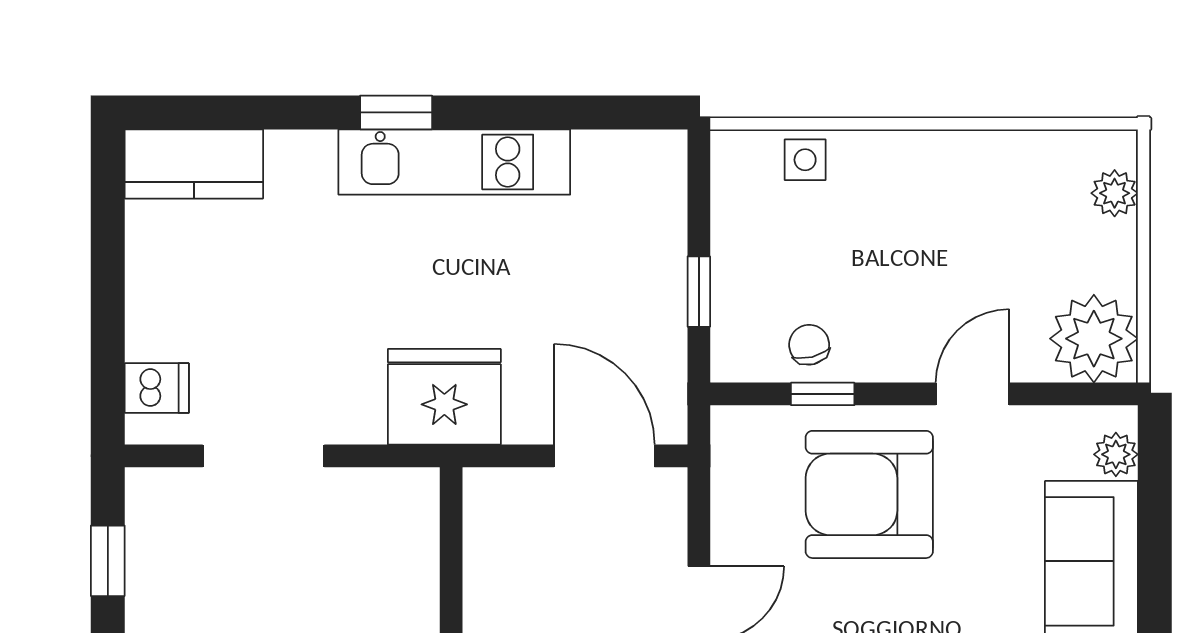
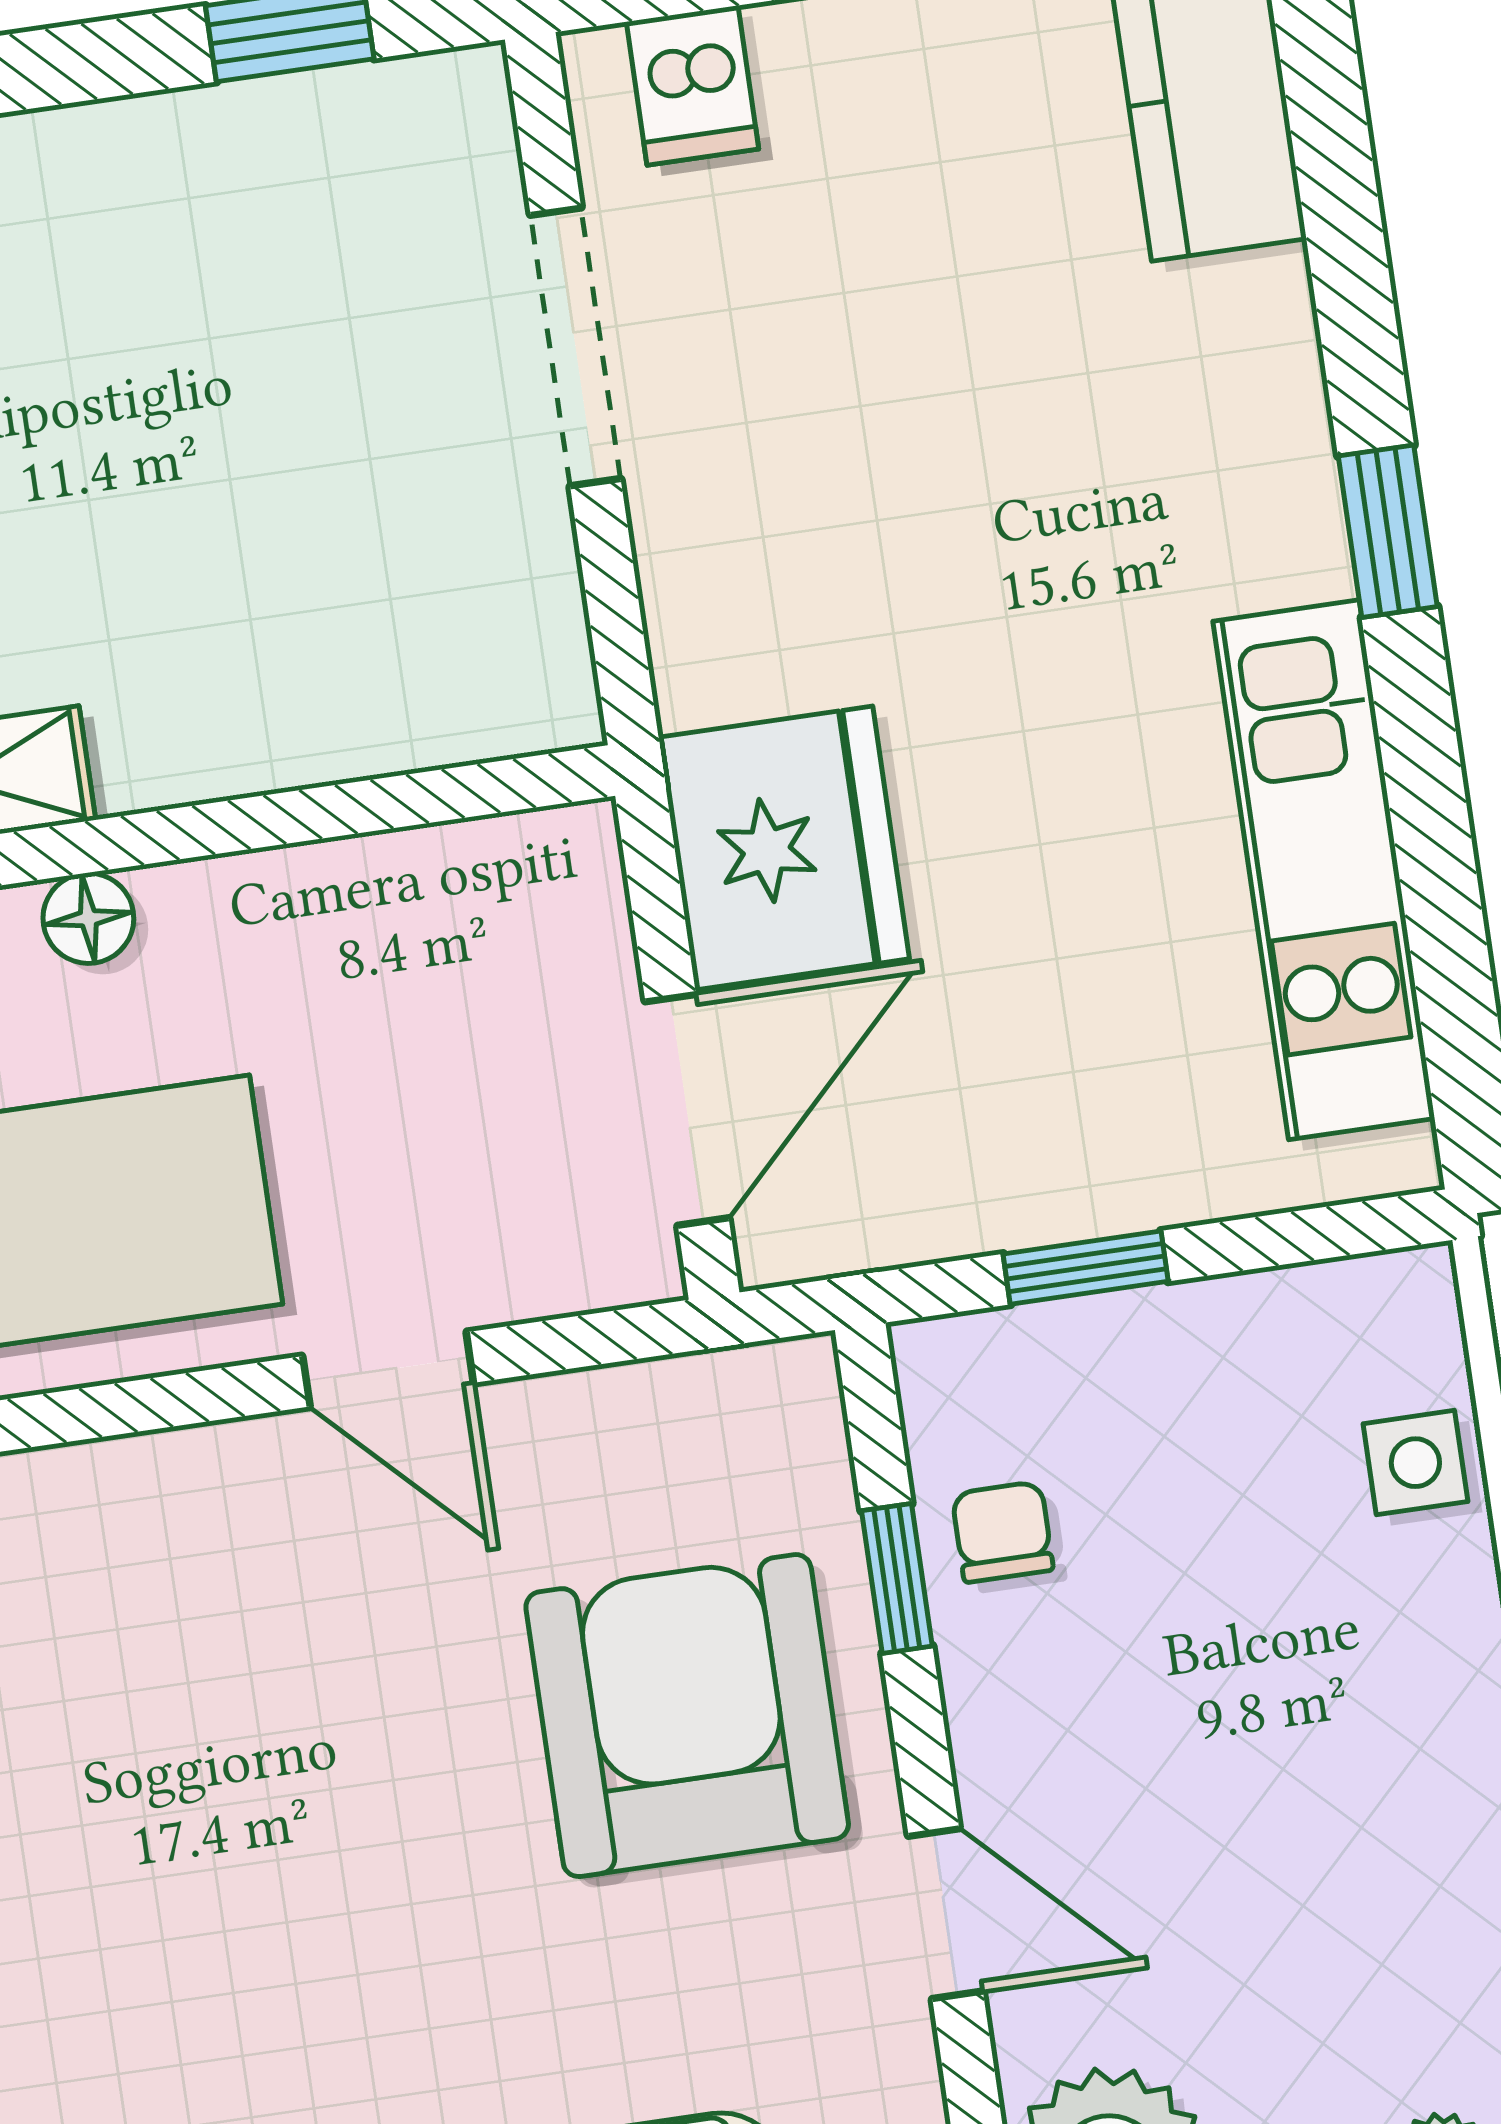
kitchen unit: (454, 162) -> (1324, 870), moved
chair: (809, 345) -> (1003, 1532), turned -76
fridge: (444, 397) -> (784, 848), moved

